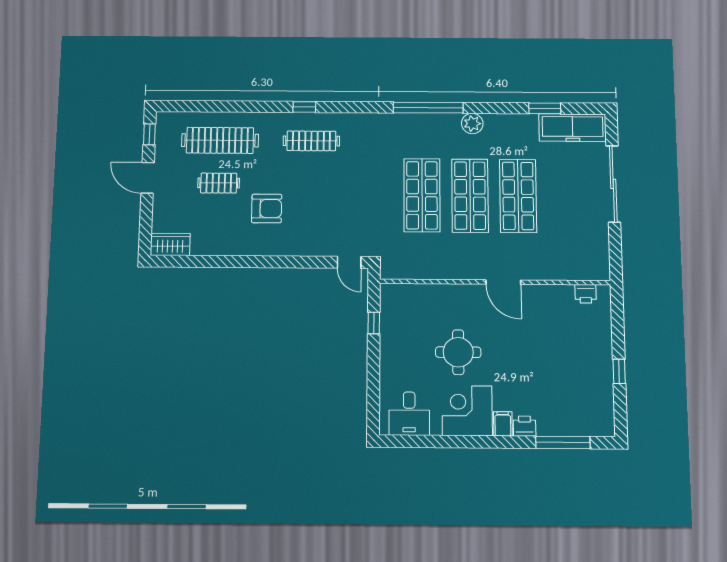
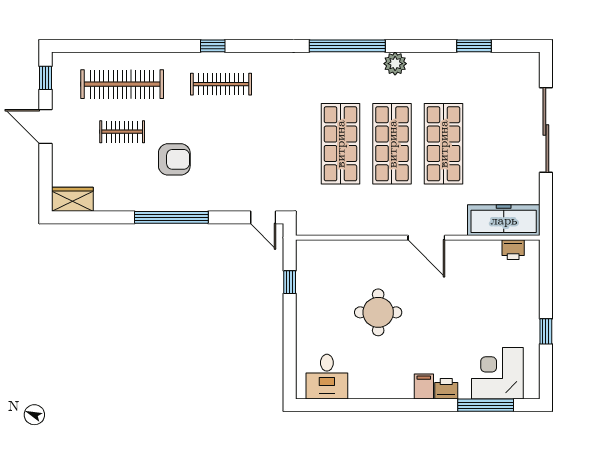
freezer: (573, 128) -> (504, 220), moved, turned 180
window: (263, 262) -> (171, 217), added
corner desk: (467, 411) -> (497, 373), moved

